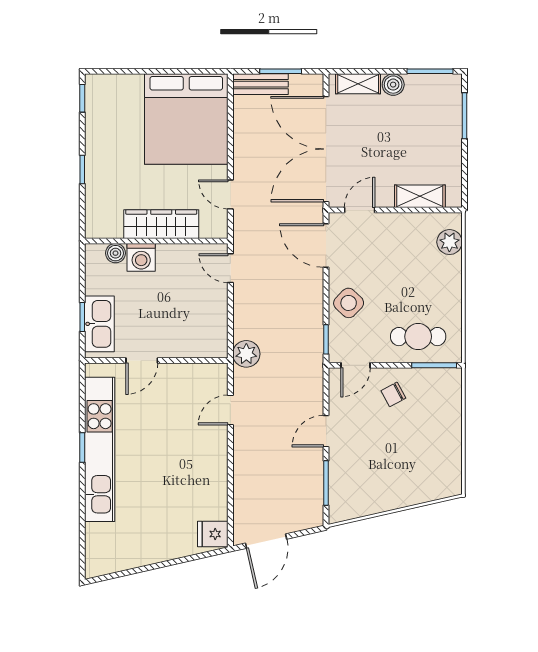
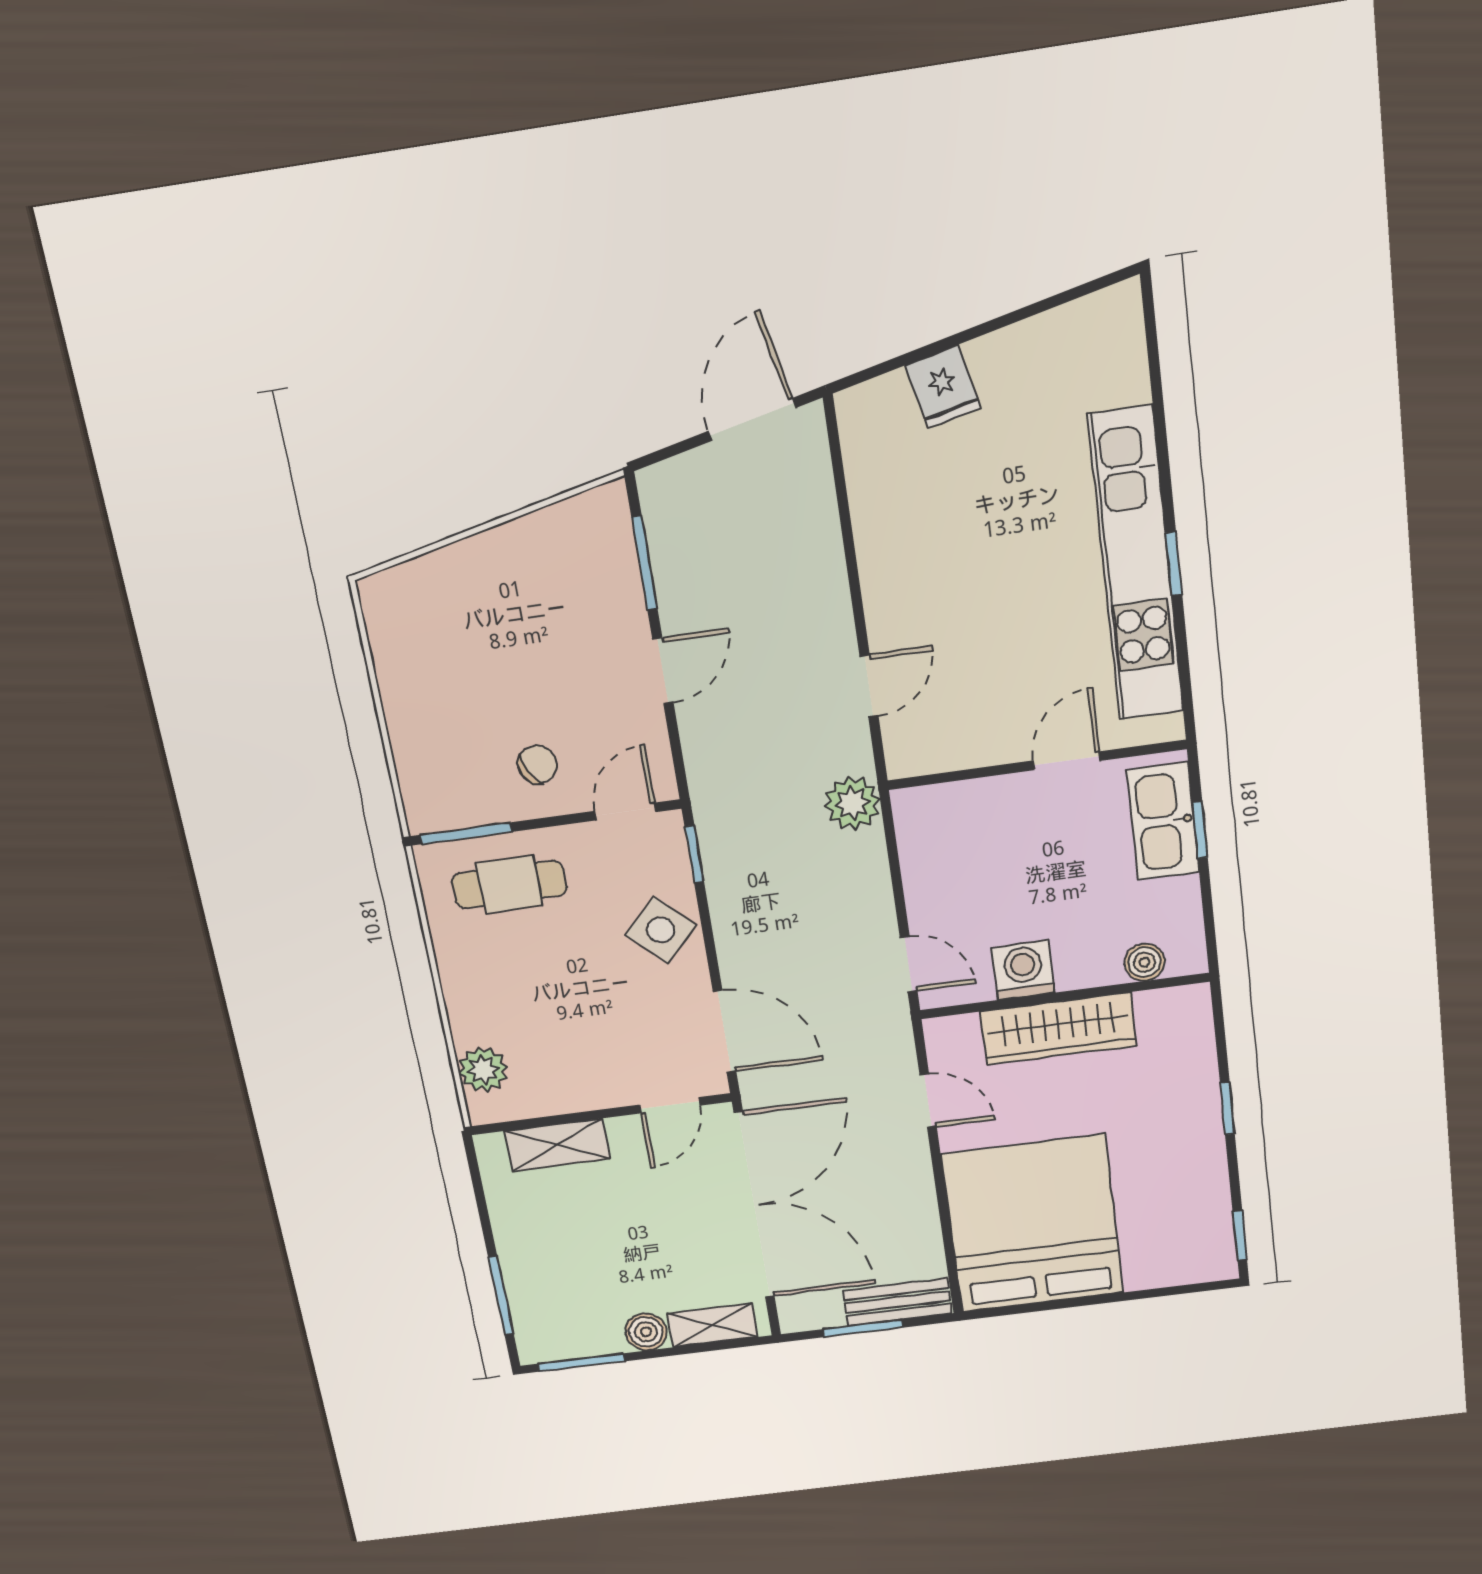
washing machine: (141, 257) -> (1023, 970), moved
fridge: (213, 534) -> (943, 387), moved, turned 77

